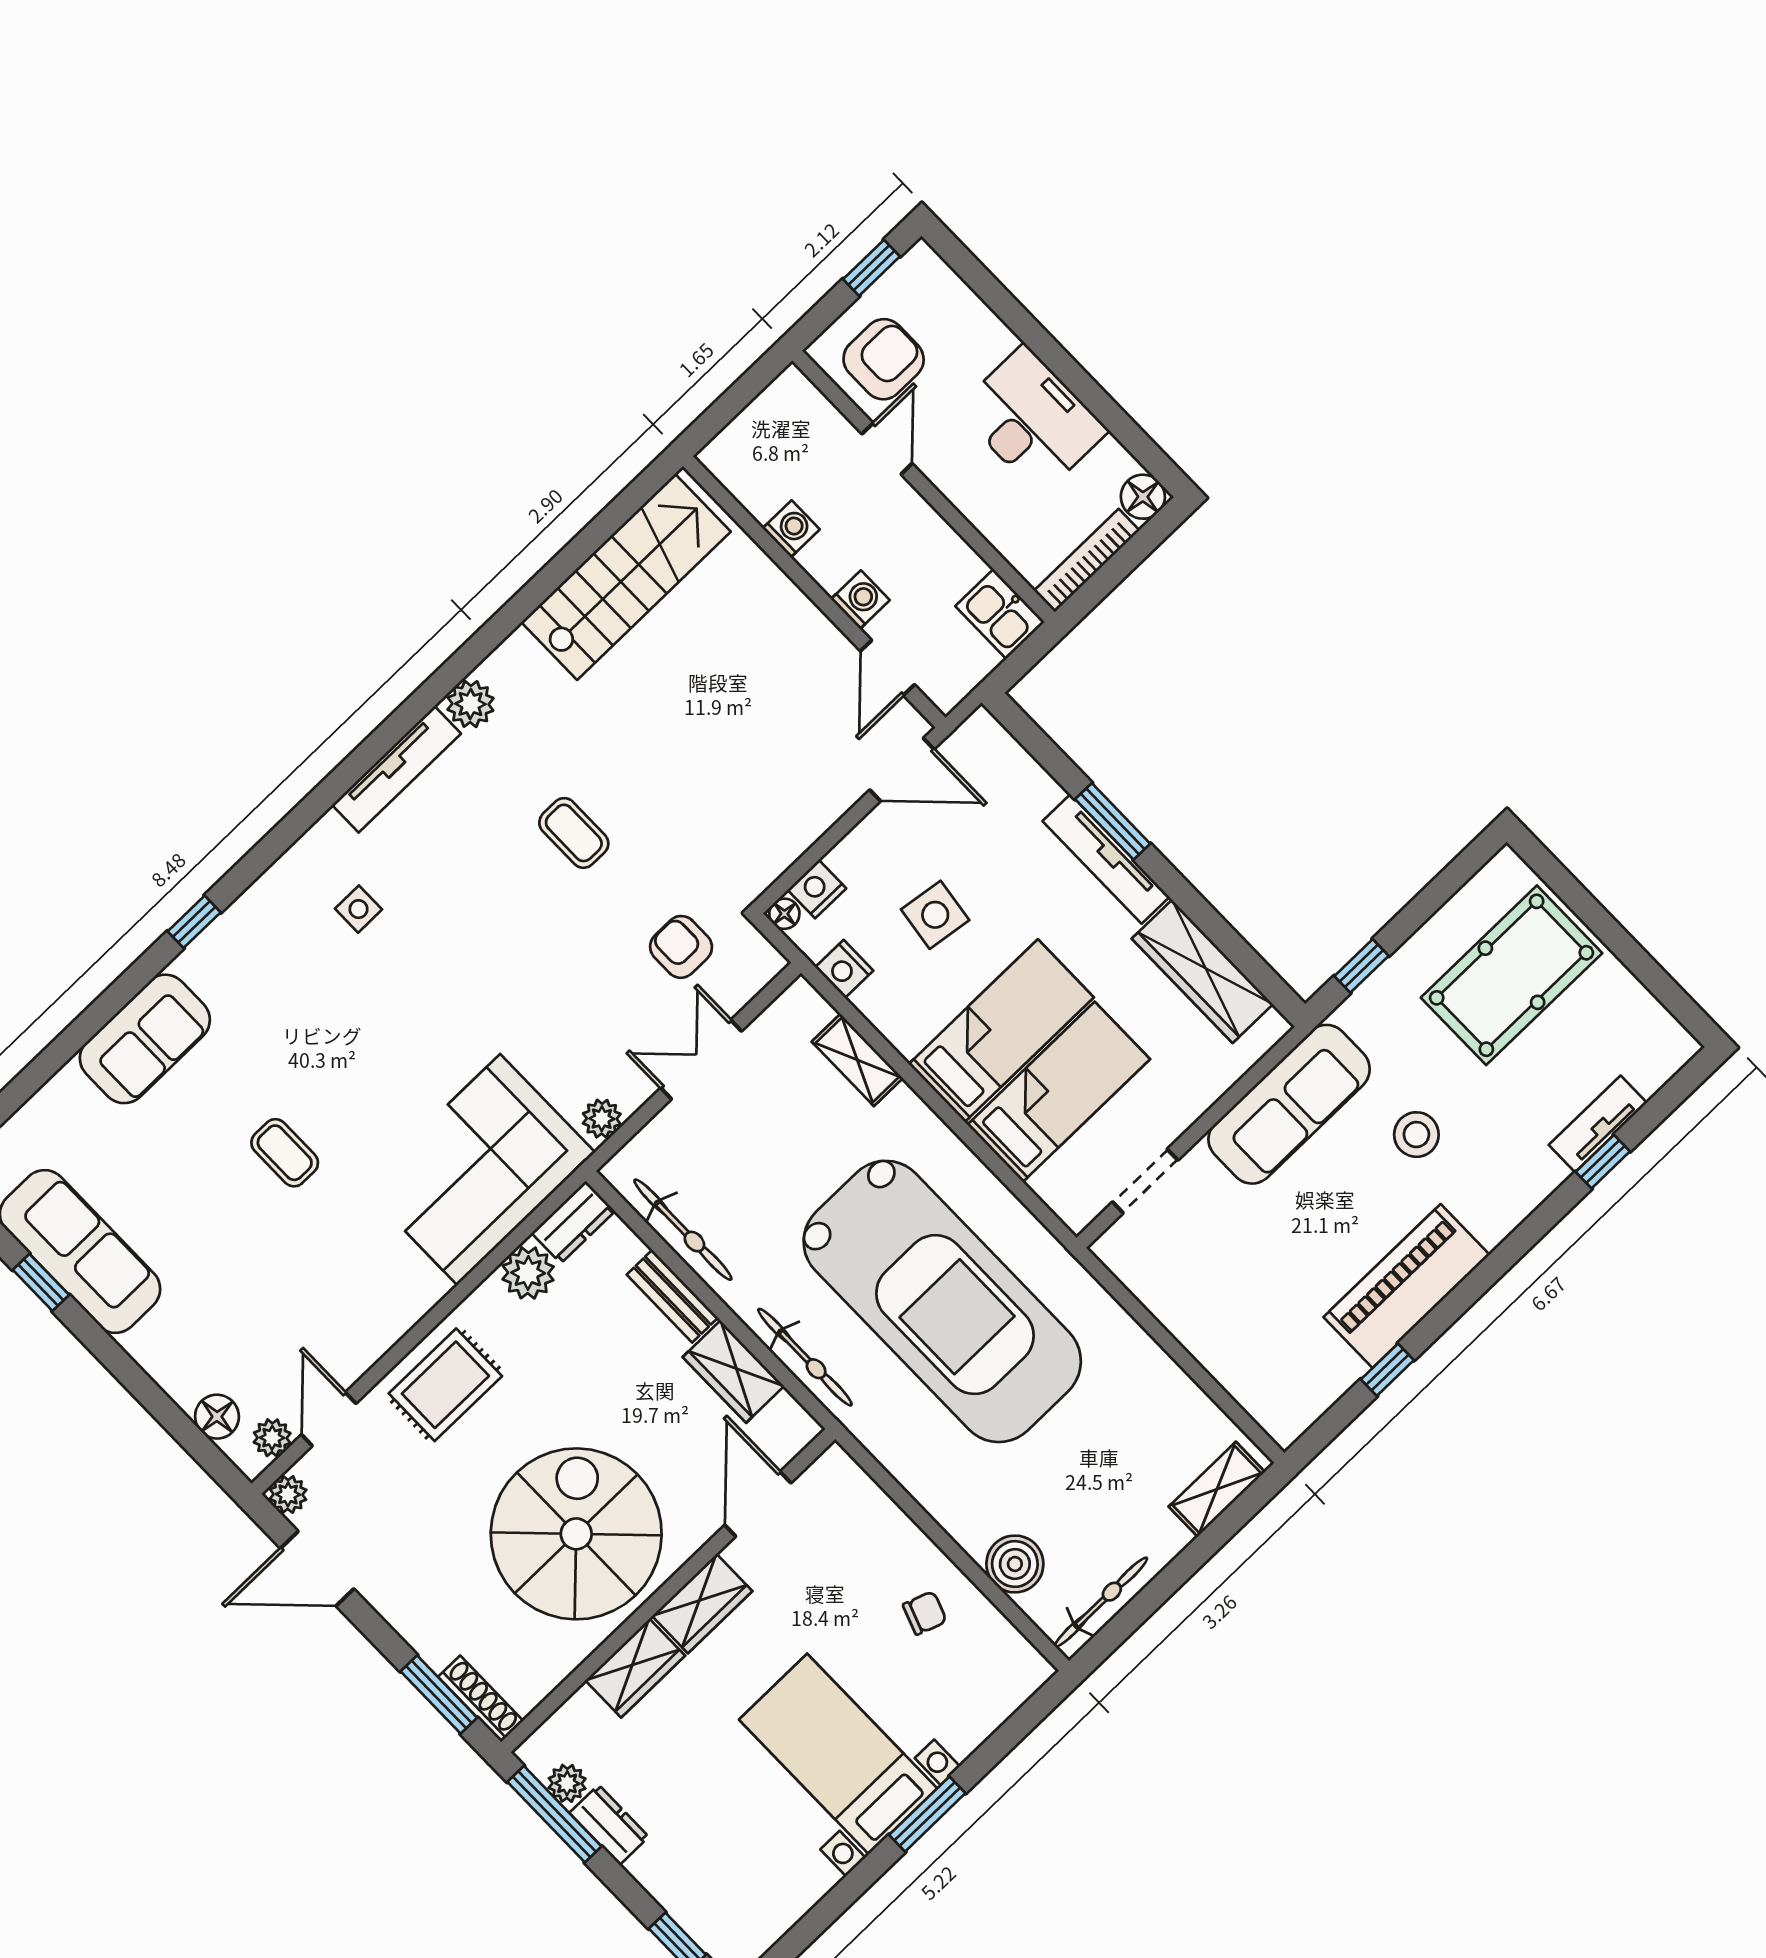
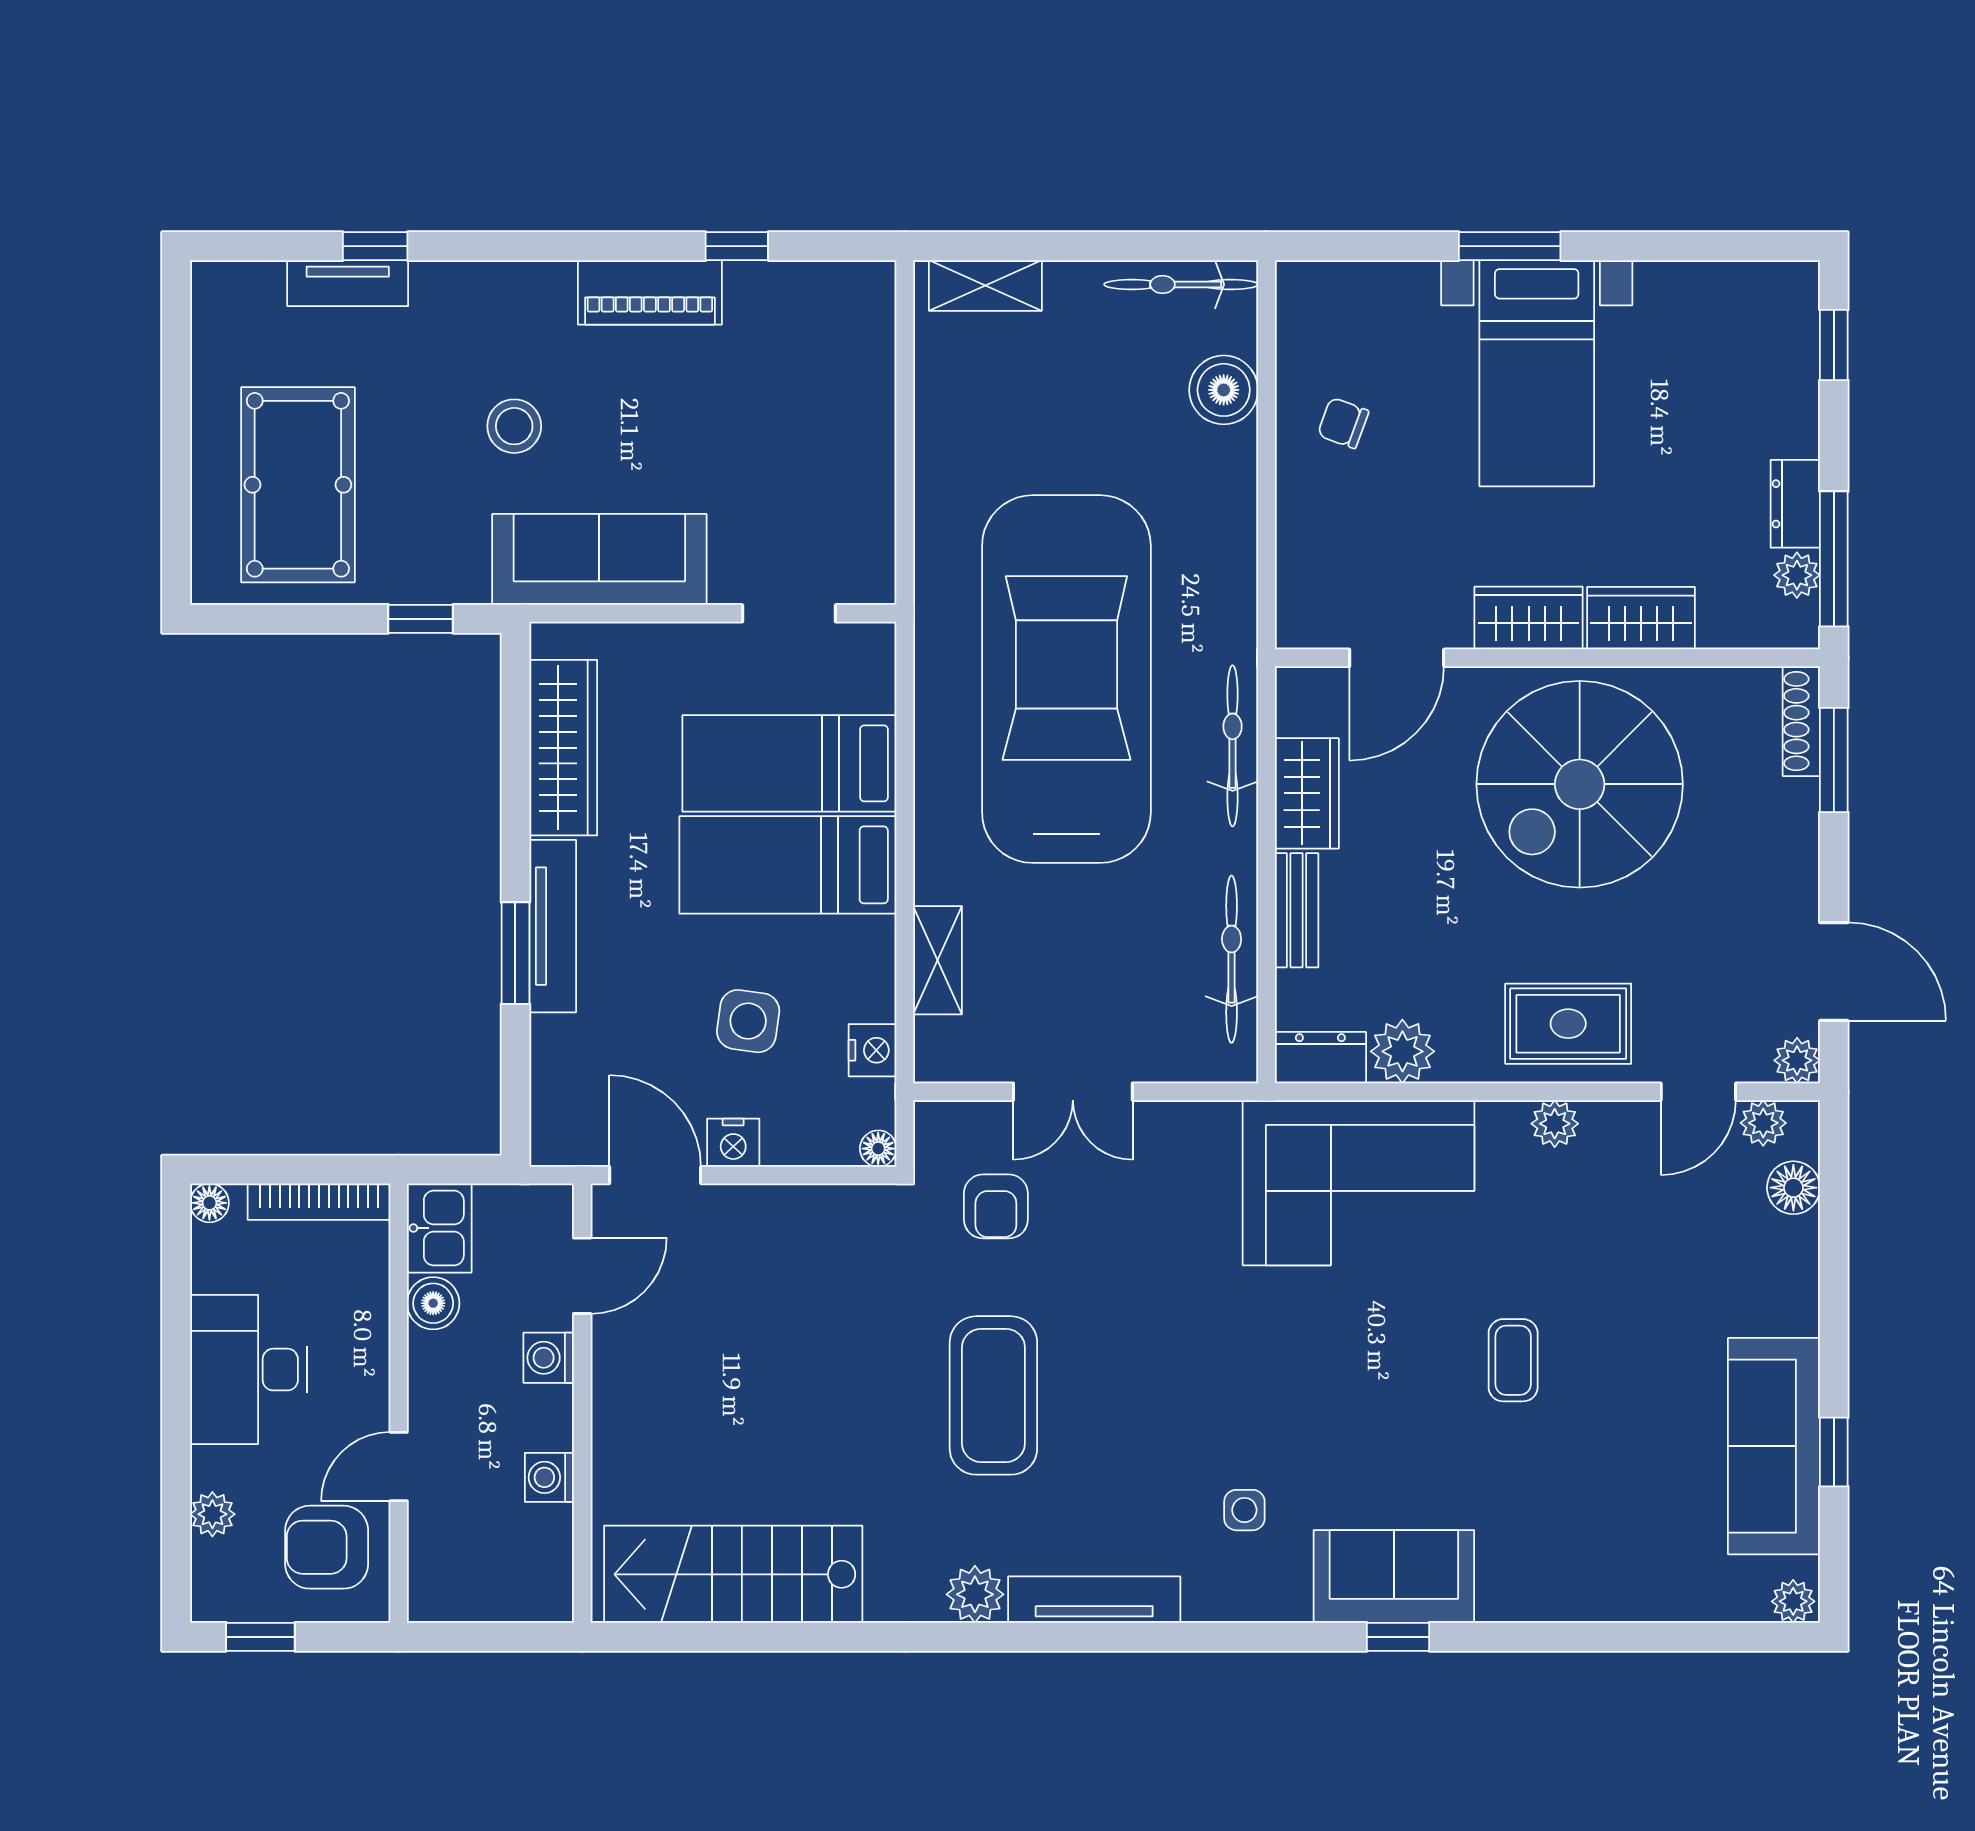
plant: (971, 313) -> (212, 1514), added
floor lamp: (1143, 497) -> (209, 1203), width x0.73, depth x0.73
boiler: (960, 566) -> (433, 1303), added
coffee table: (574, 833) -> (993, 1395), width x1.86, depth x1.72
nightstand: (817, 889) -> (733, 1143), moved
pool table: (1512, 975) -> (298, 485), turned 90
sofa: (145, 1039) -> (1394, 1577), moved
plant: (602, 1119) -> (1555, 1124), moved
piano: (1407, 1286) -> (650, 292), width x0.73, depth x0.75

